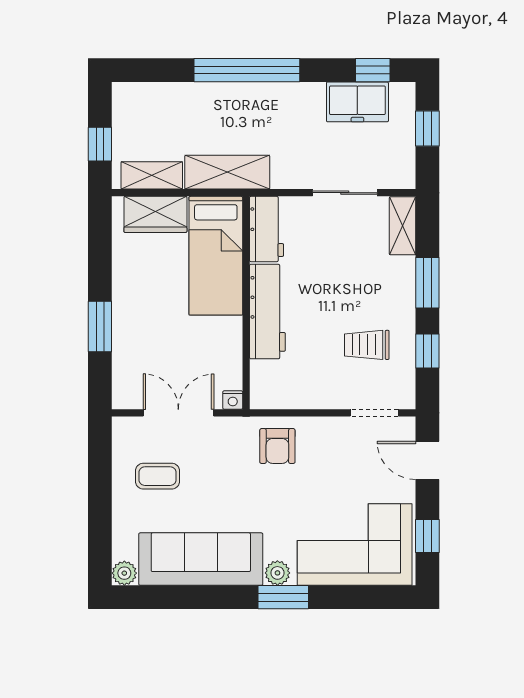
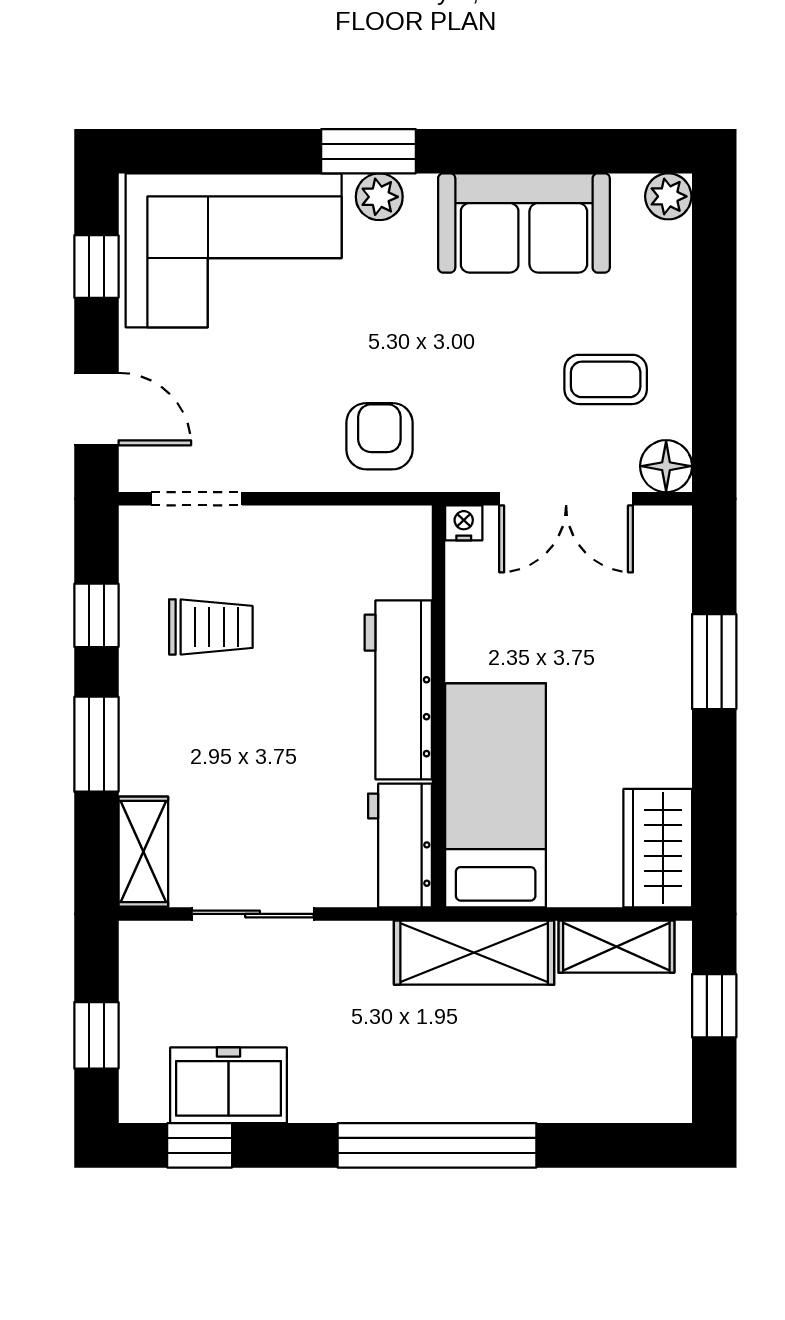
wardrobe: (155, 214) -> (658, 848), moved, turned -90
floor lamp: (125, 430) -> (666, 466), added
sofa: (201, 559) -> (524, 223), width x0.73

